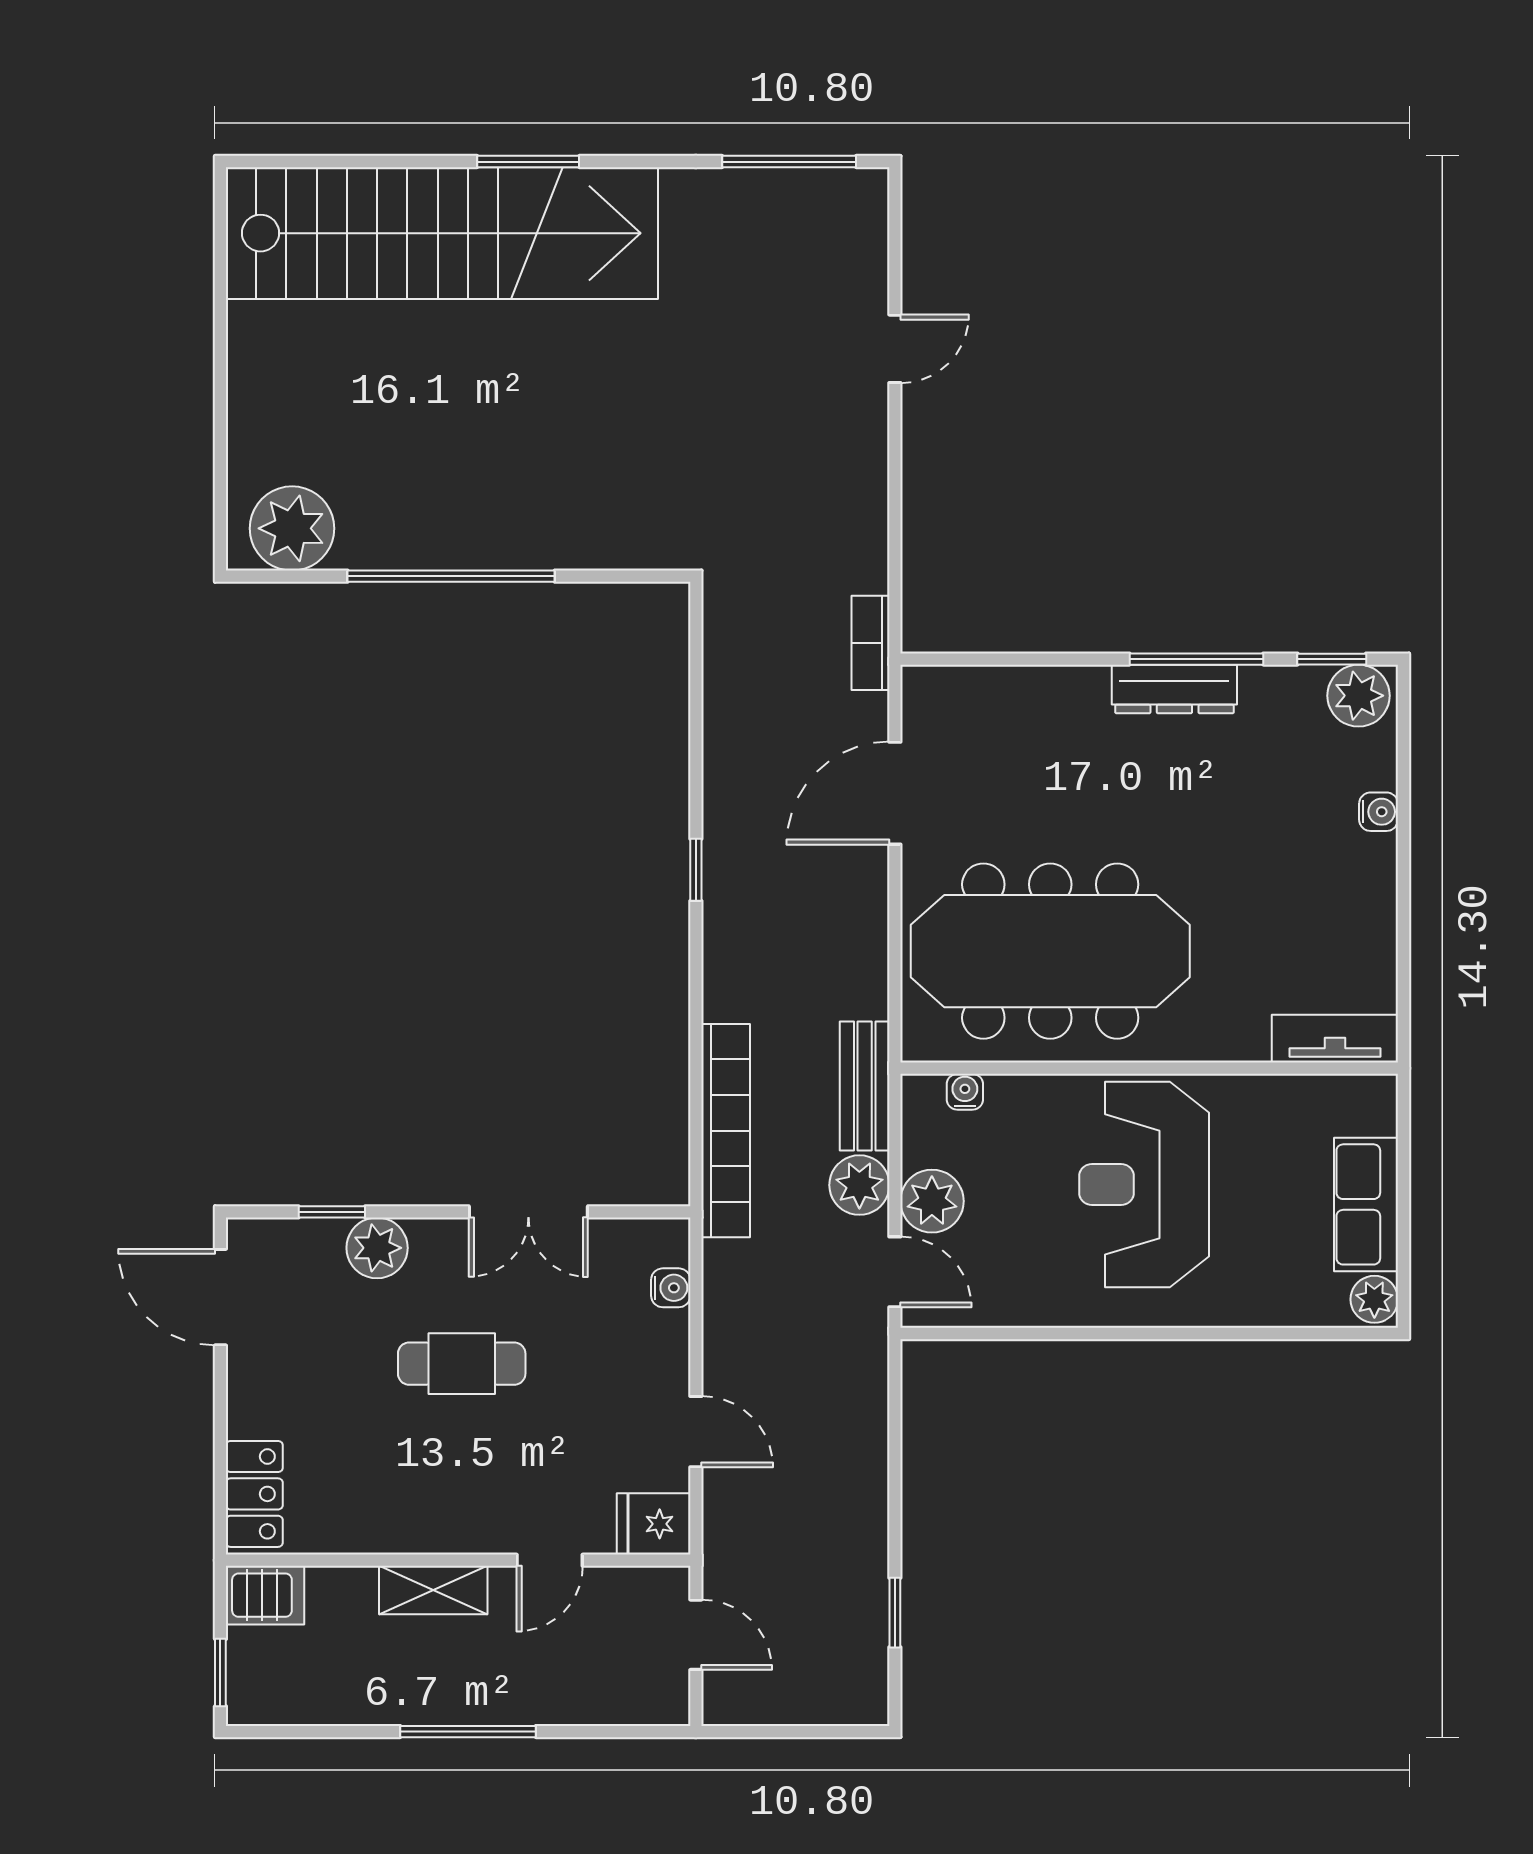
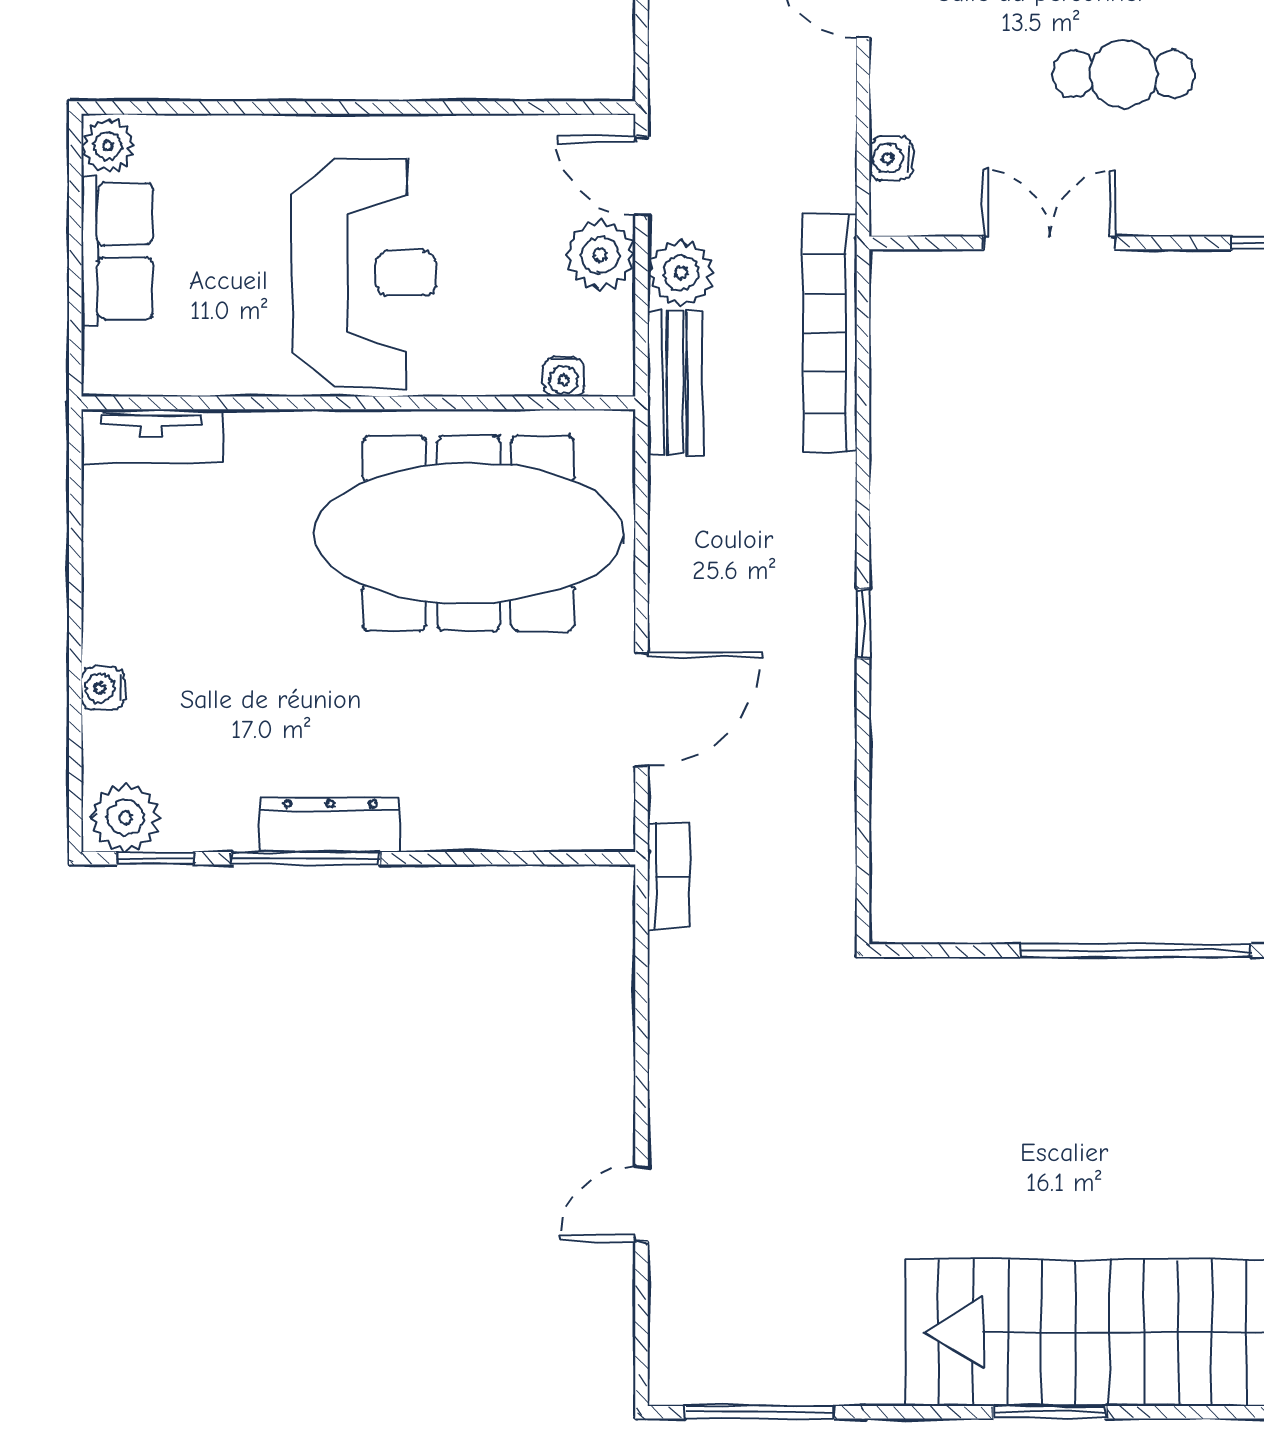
plant: (377, 1248) -> (1218, 203), removed

